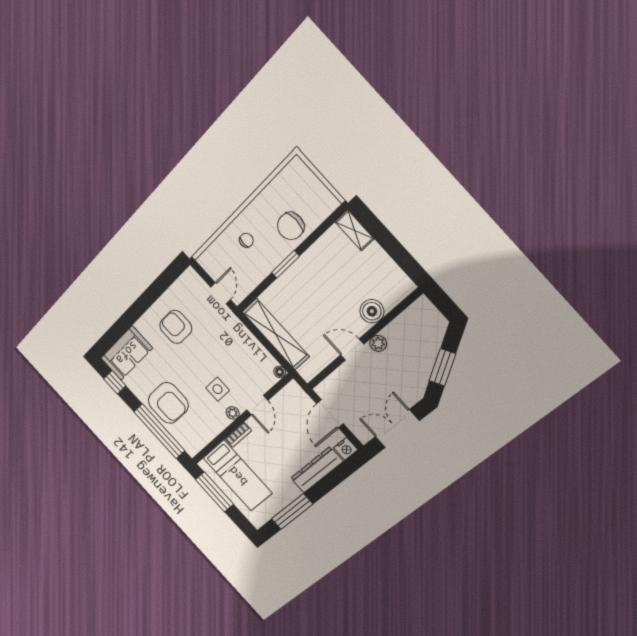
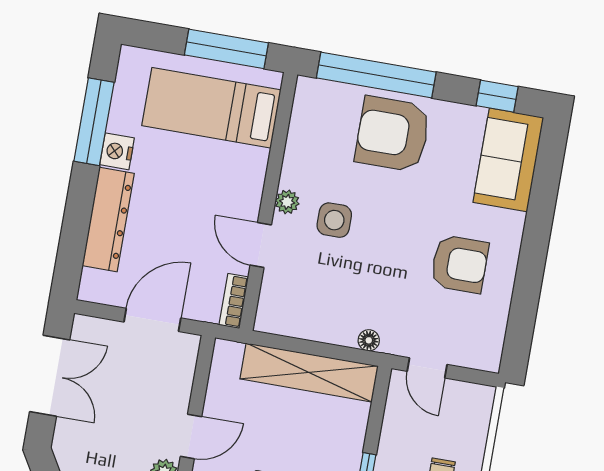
floor lamp: (280, 372) -> (369, 340), moved
door: (330, 414) -> (152, 320), hinge flipped
bookcase: (238, 435) -> (234, 301), moved
nightstand: (346, 449) -> (117, 151), moved

